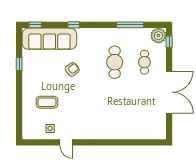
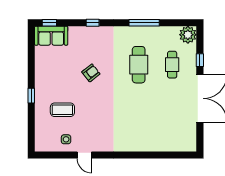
window: (130, 25) -> (144, 23), moved
sofa: (49, 39) -> (51, 36), width x0.54, depth x0.79
window: (169, 42) -> (200, 60), moved
window: (19, 64) -> (31, 96), moved

